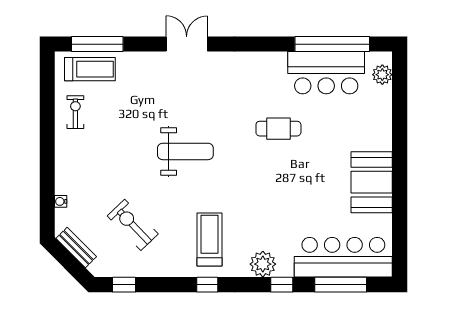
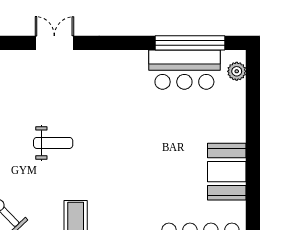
cafe table: (278, 129) -> (140, 122), removed
weight bench: (185, 151) -> (53, 143), width x0.73, depth x0.75

